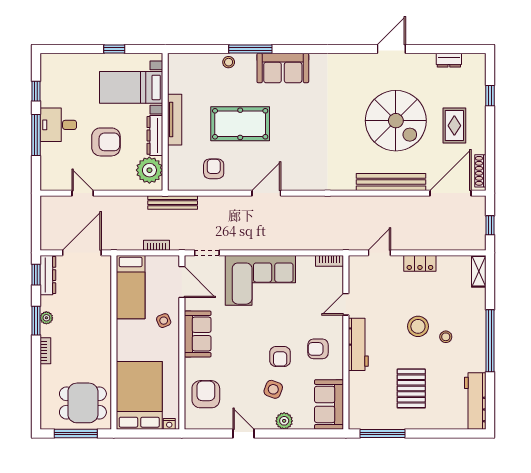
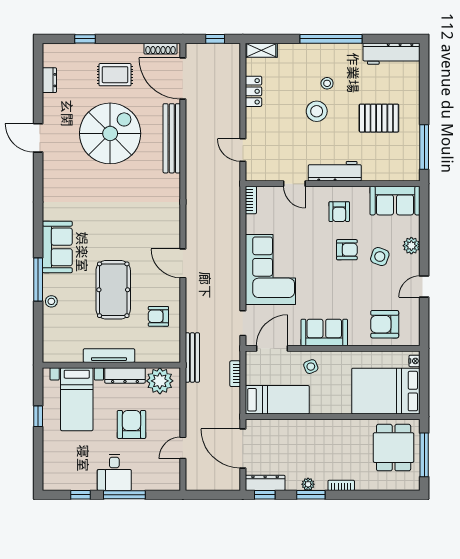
locker: (420, 263) -> (253, 91), moved

